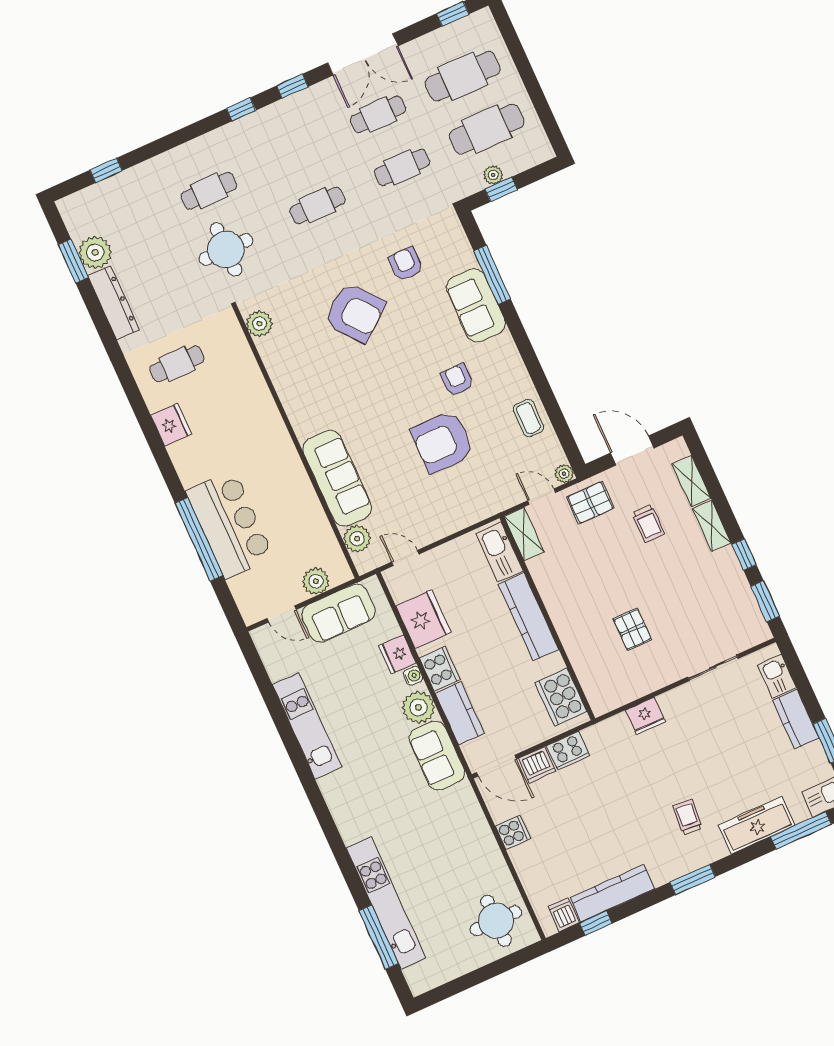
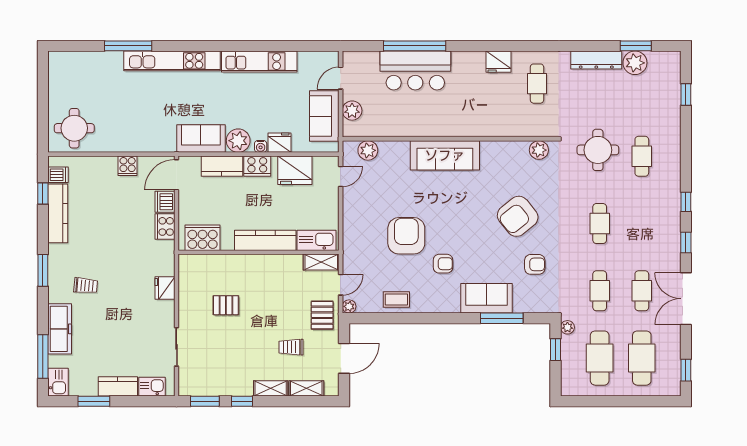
plant: (493, 175) -> (567, 327), moved
sofa: (337, 478) -> (445, 155), moved
kitchen unit: (386, 903) -> (172, 61), moved
window: (379, 937) -> (128, 46), moved

